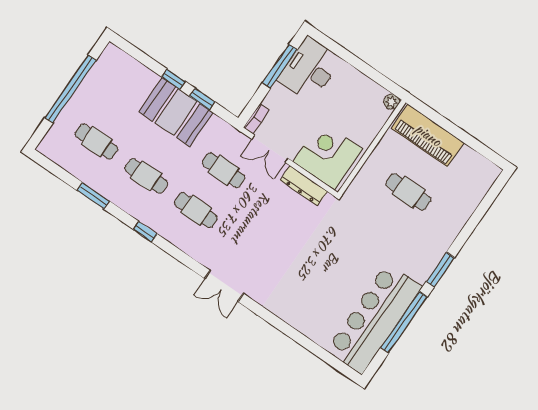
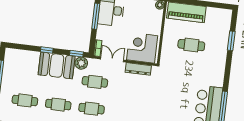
window: (202, 99) -> (76, 54), moved
plant: (218, 129) -> (81, 63), added
double door: (270, 149) -> (112, 59), swing flipped
window: (440, 270) -> (231, 41), moved

